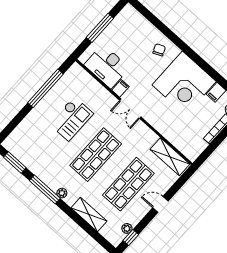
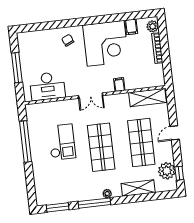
filing cabinet: (120, 88) -> (119, 85), moved
plant: (127, 228) -> (167, 171), width x1.87, depth x1.87

